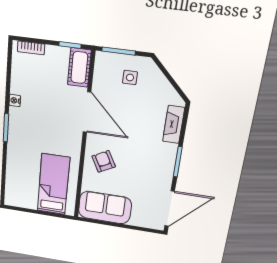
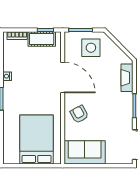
cot: (79, 68) -> (42, 39), moved, turned 90
side table: (130, 77) -> (91, 48), width x1.87, depth x1.87
bed: (53, 184) -> (37, 139), width x1.50

